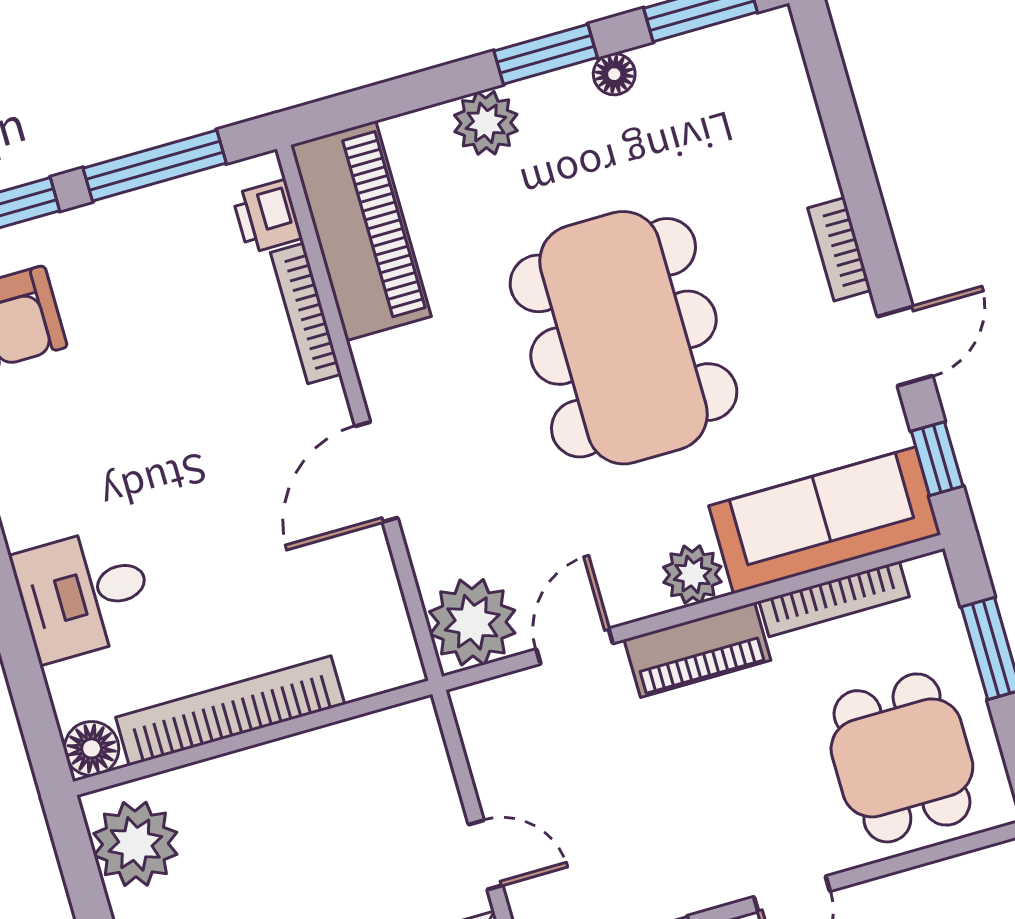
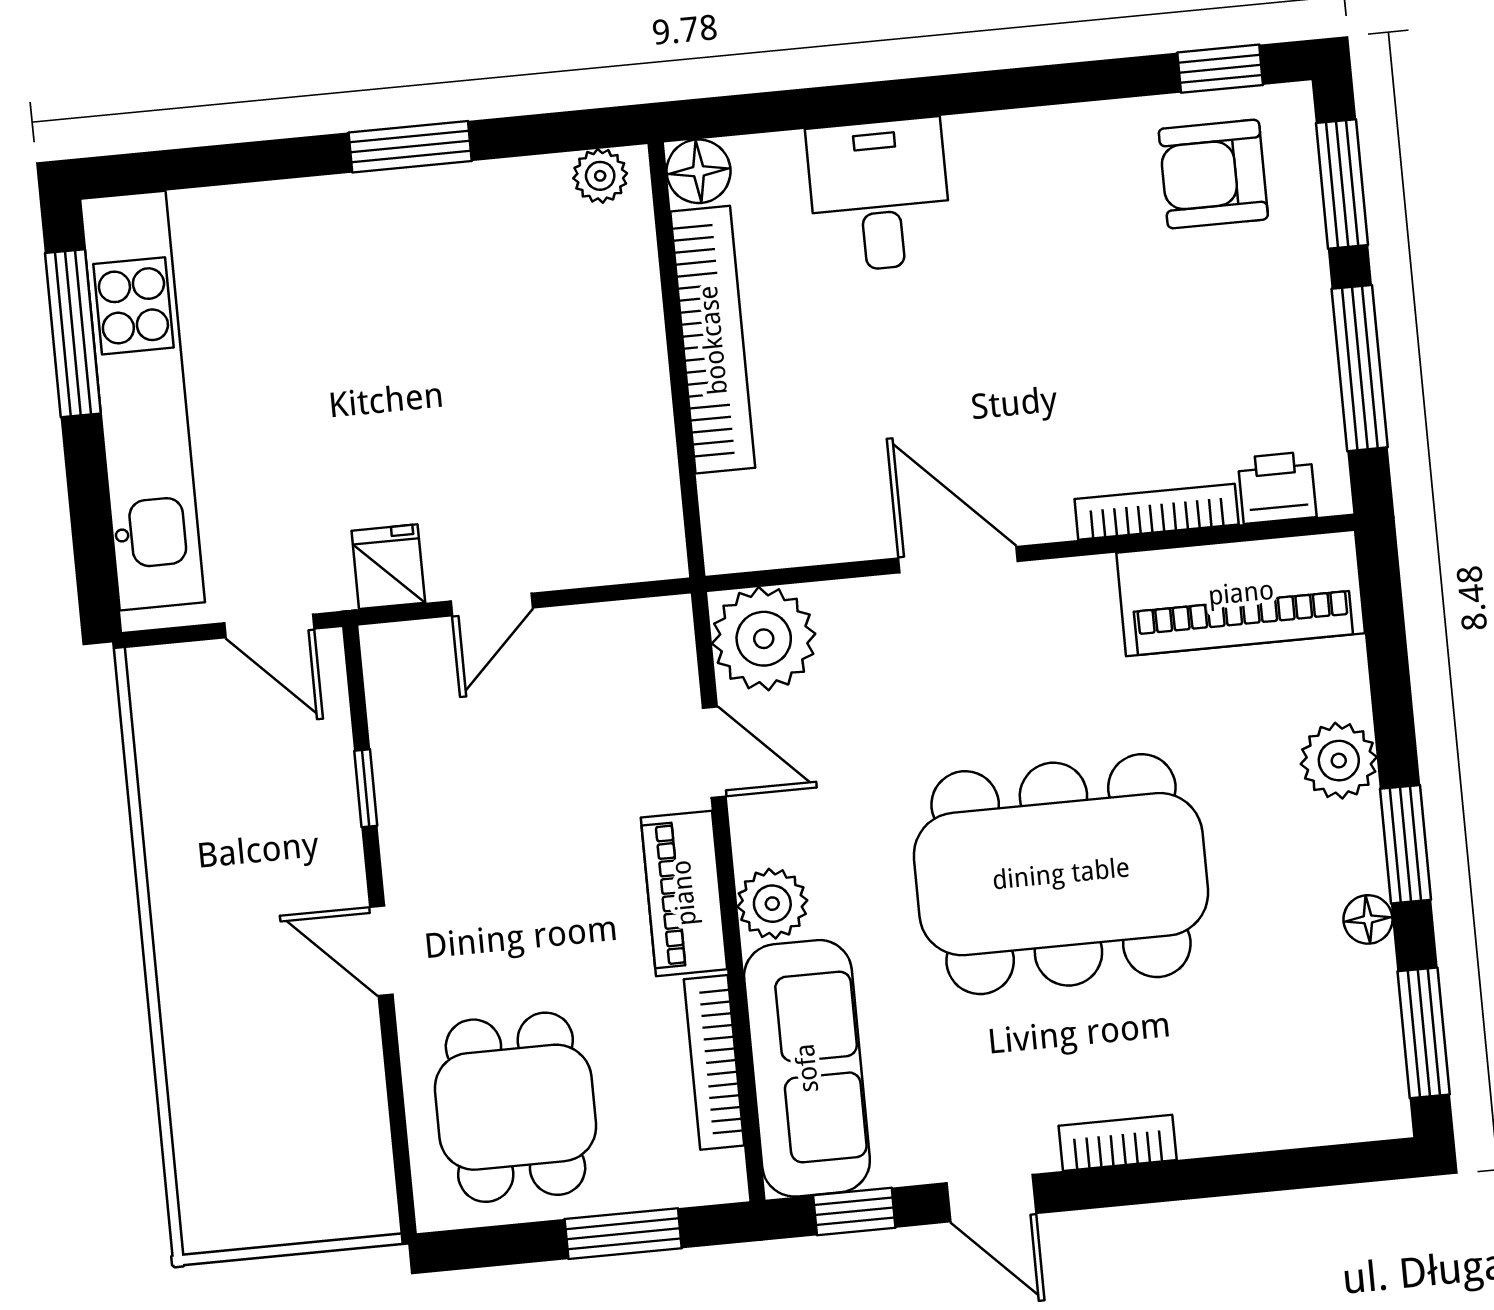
dining table: (902, 758) -> (515, 1107), turned 90
plant: (135, 844) -> (600, 176), width x0.53, depth x0.53

